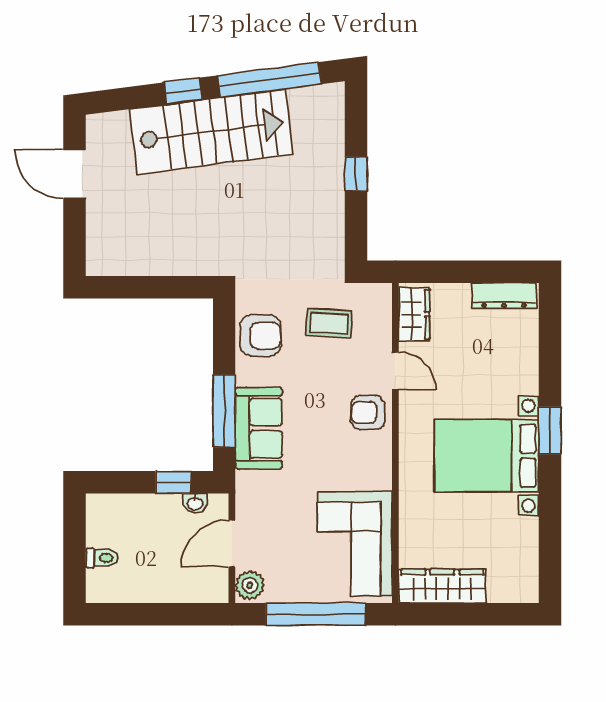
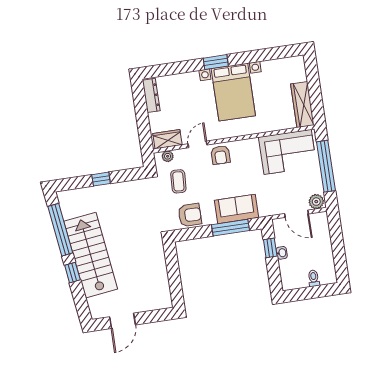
plant: (381, 310) -> (168, 156), added
armchair: (260, 336) -> (190, 215), turned 90
washbasin: (195, 503) -> (282, 253), moved

